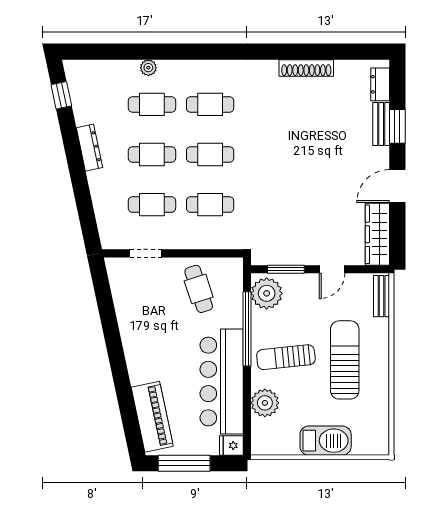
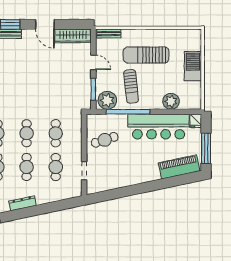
sun lounger: (286, 357) -> (131, 86), moved

